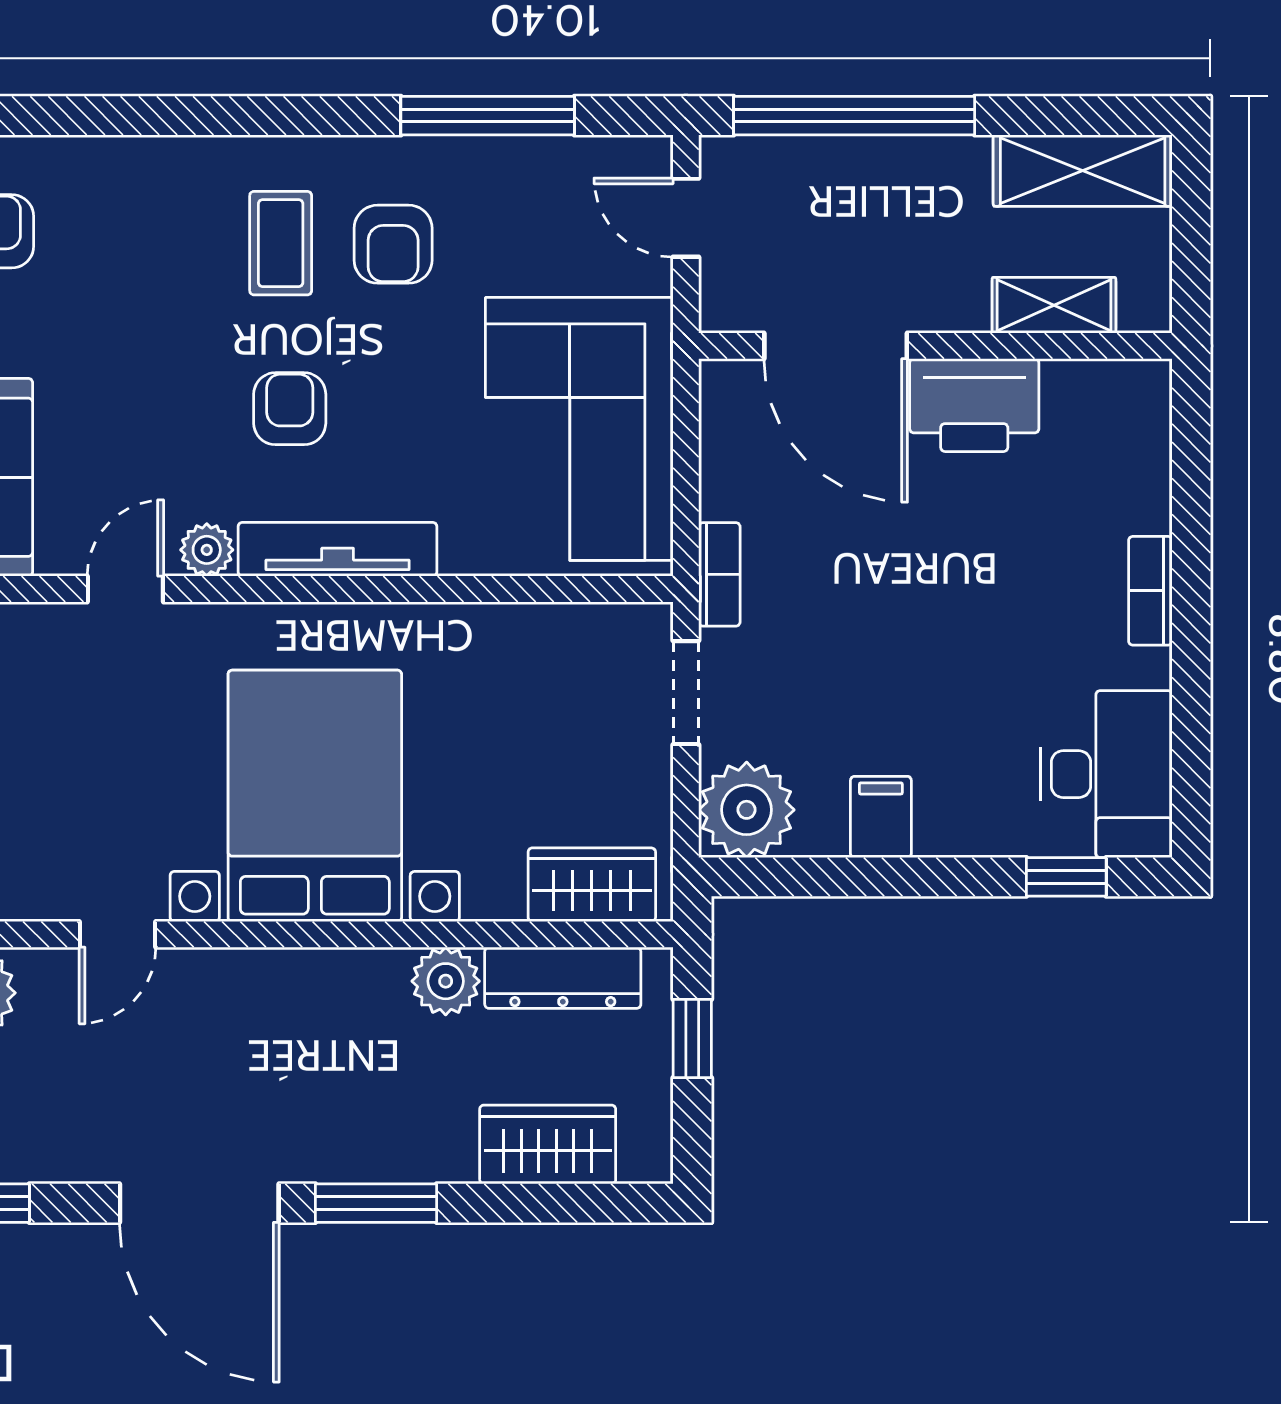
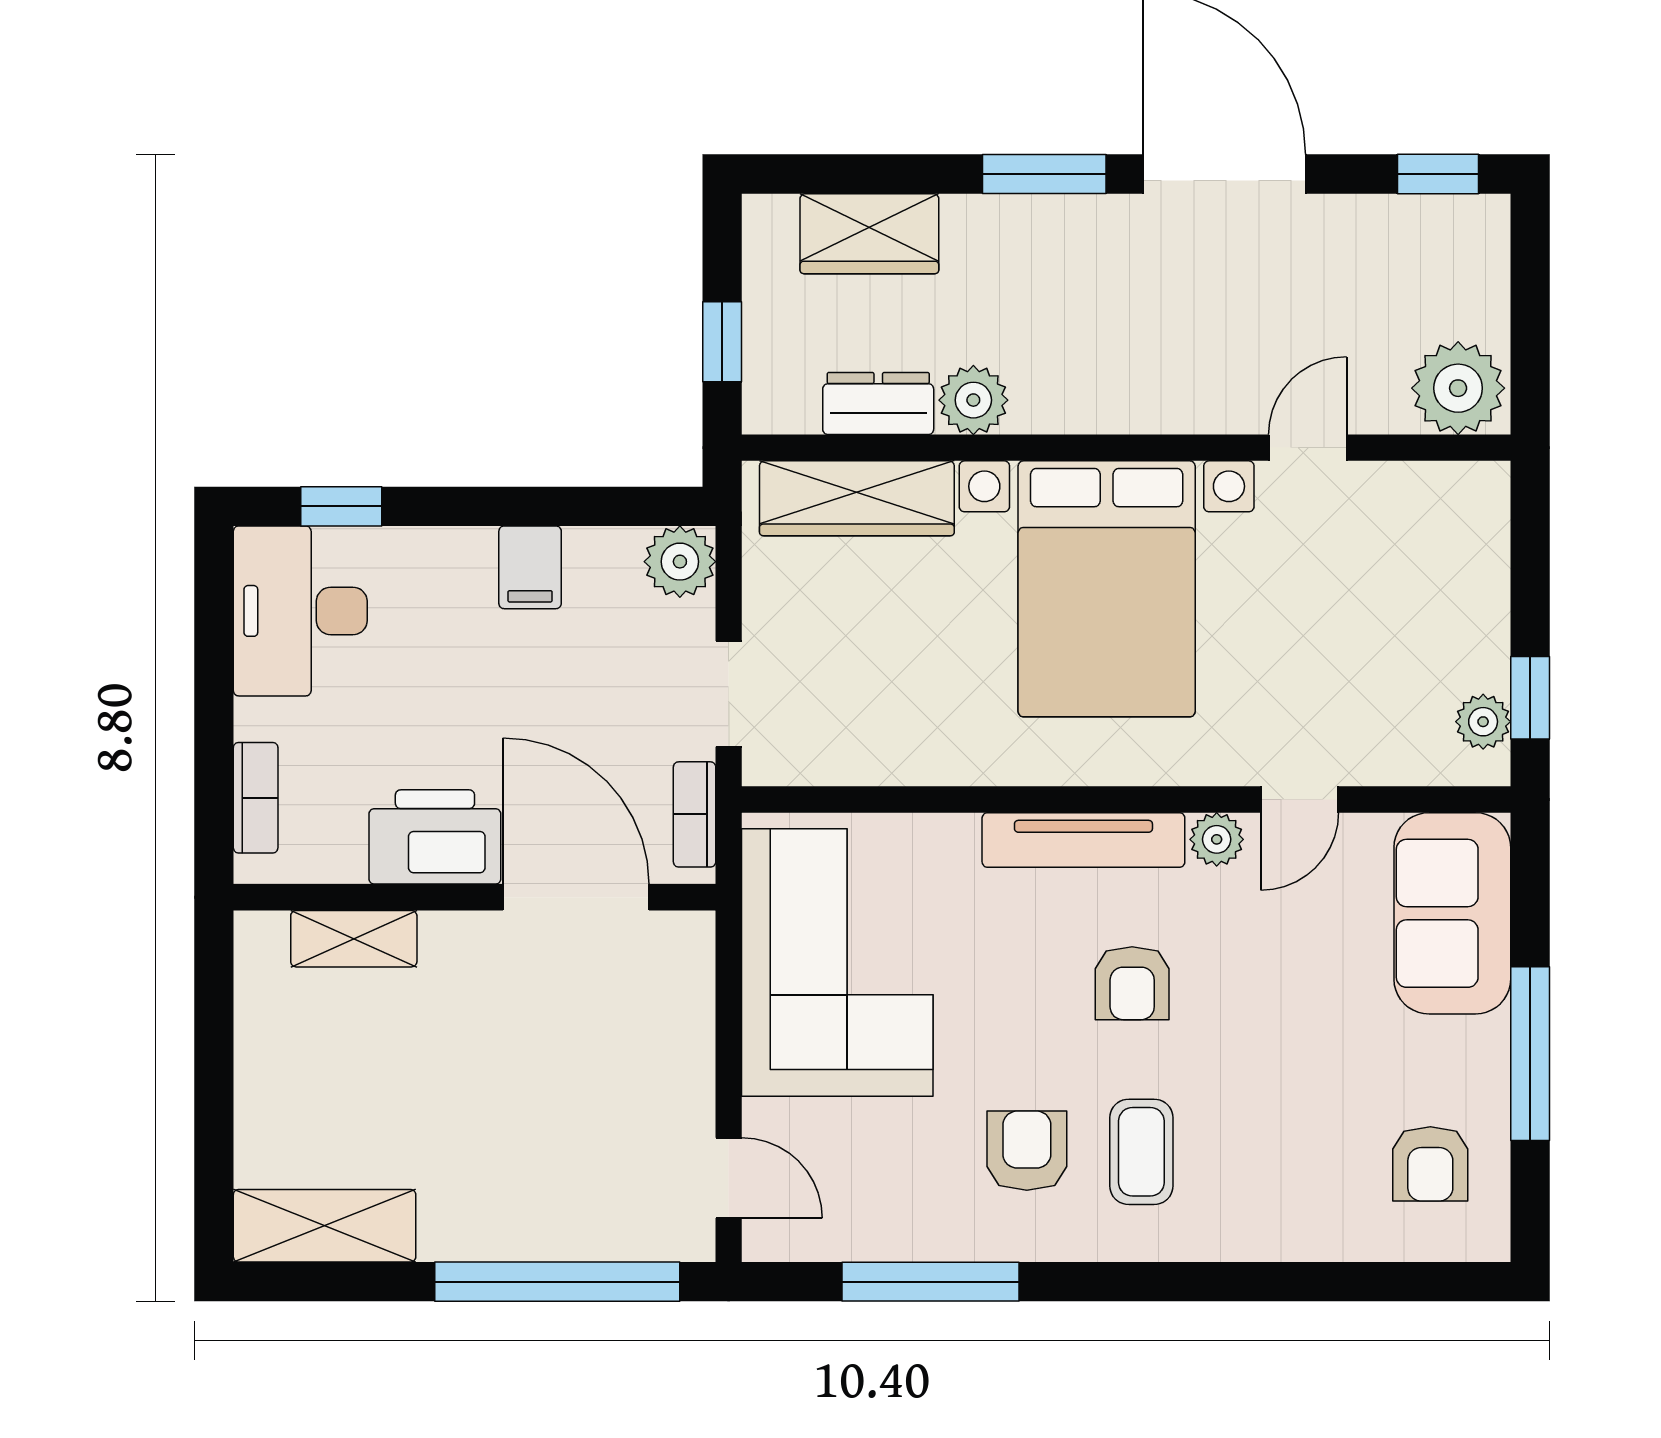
shelving: (1054, 305) -> (354, 939), moved
door: (836, 346) -> (576, 897), moved
wall: (935, 346) -> (475, 897), moved
printer: (974, 405) -> (435, 837), moved
plant: (747, 810) -> (680, 562), width x0.73, depth x0.73
wardrobe: (592, 885) -> (857, 498), width x1.50
dresser: (563, 978) -> (878, 404), width x0.70

